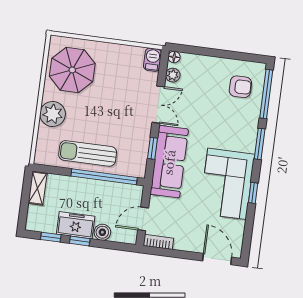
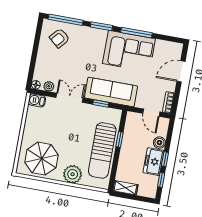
armchair: (240, 87) -> (60, 38), turned -139
sun lounger: (88, 153) -> (102, 150), width x1.36, depth x1.34
window: (104, 177) -> (120, 139), width x0.32
window: (253, 193) -> (136, 33), width x2.17
door: (217, 259) -> (181, 71), moved

